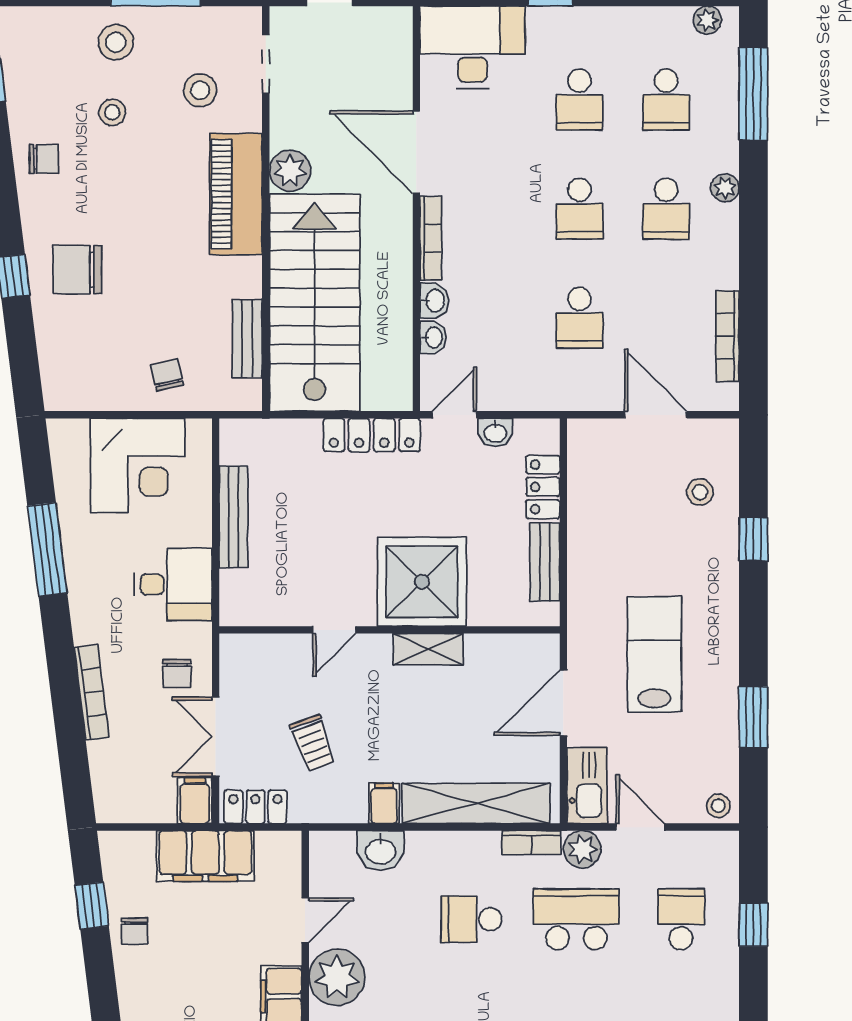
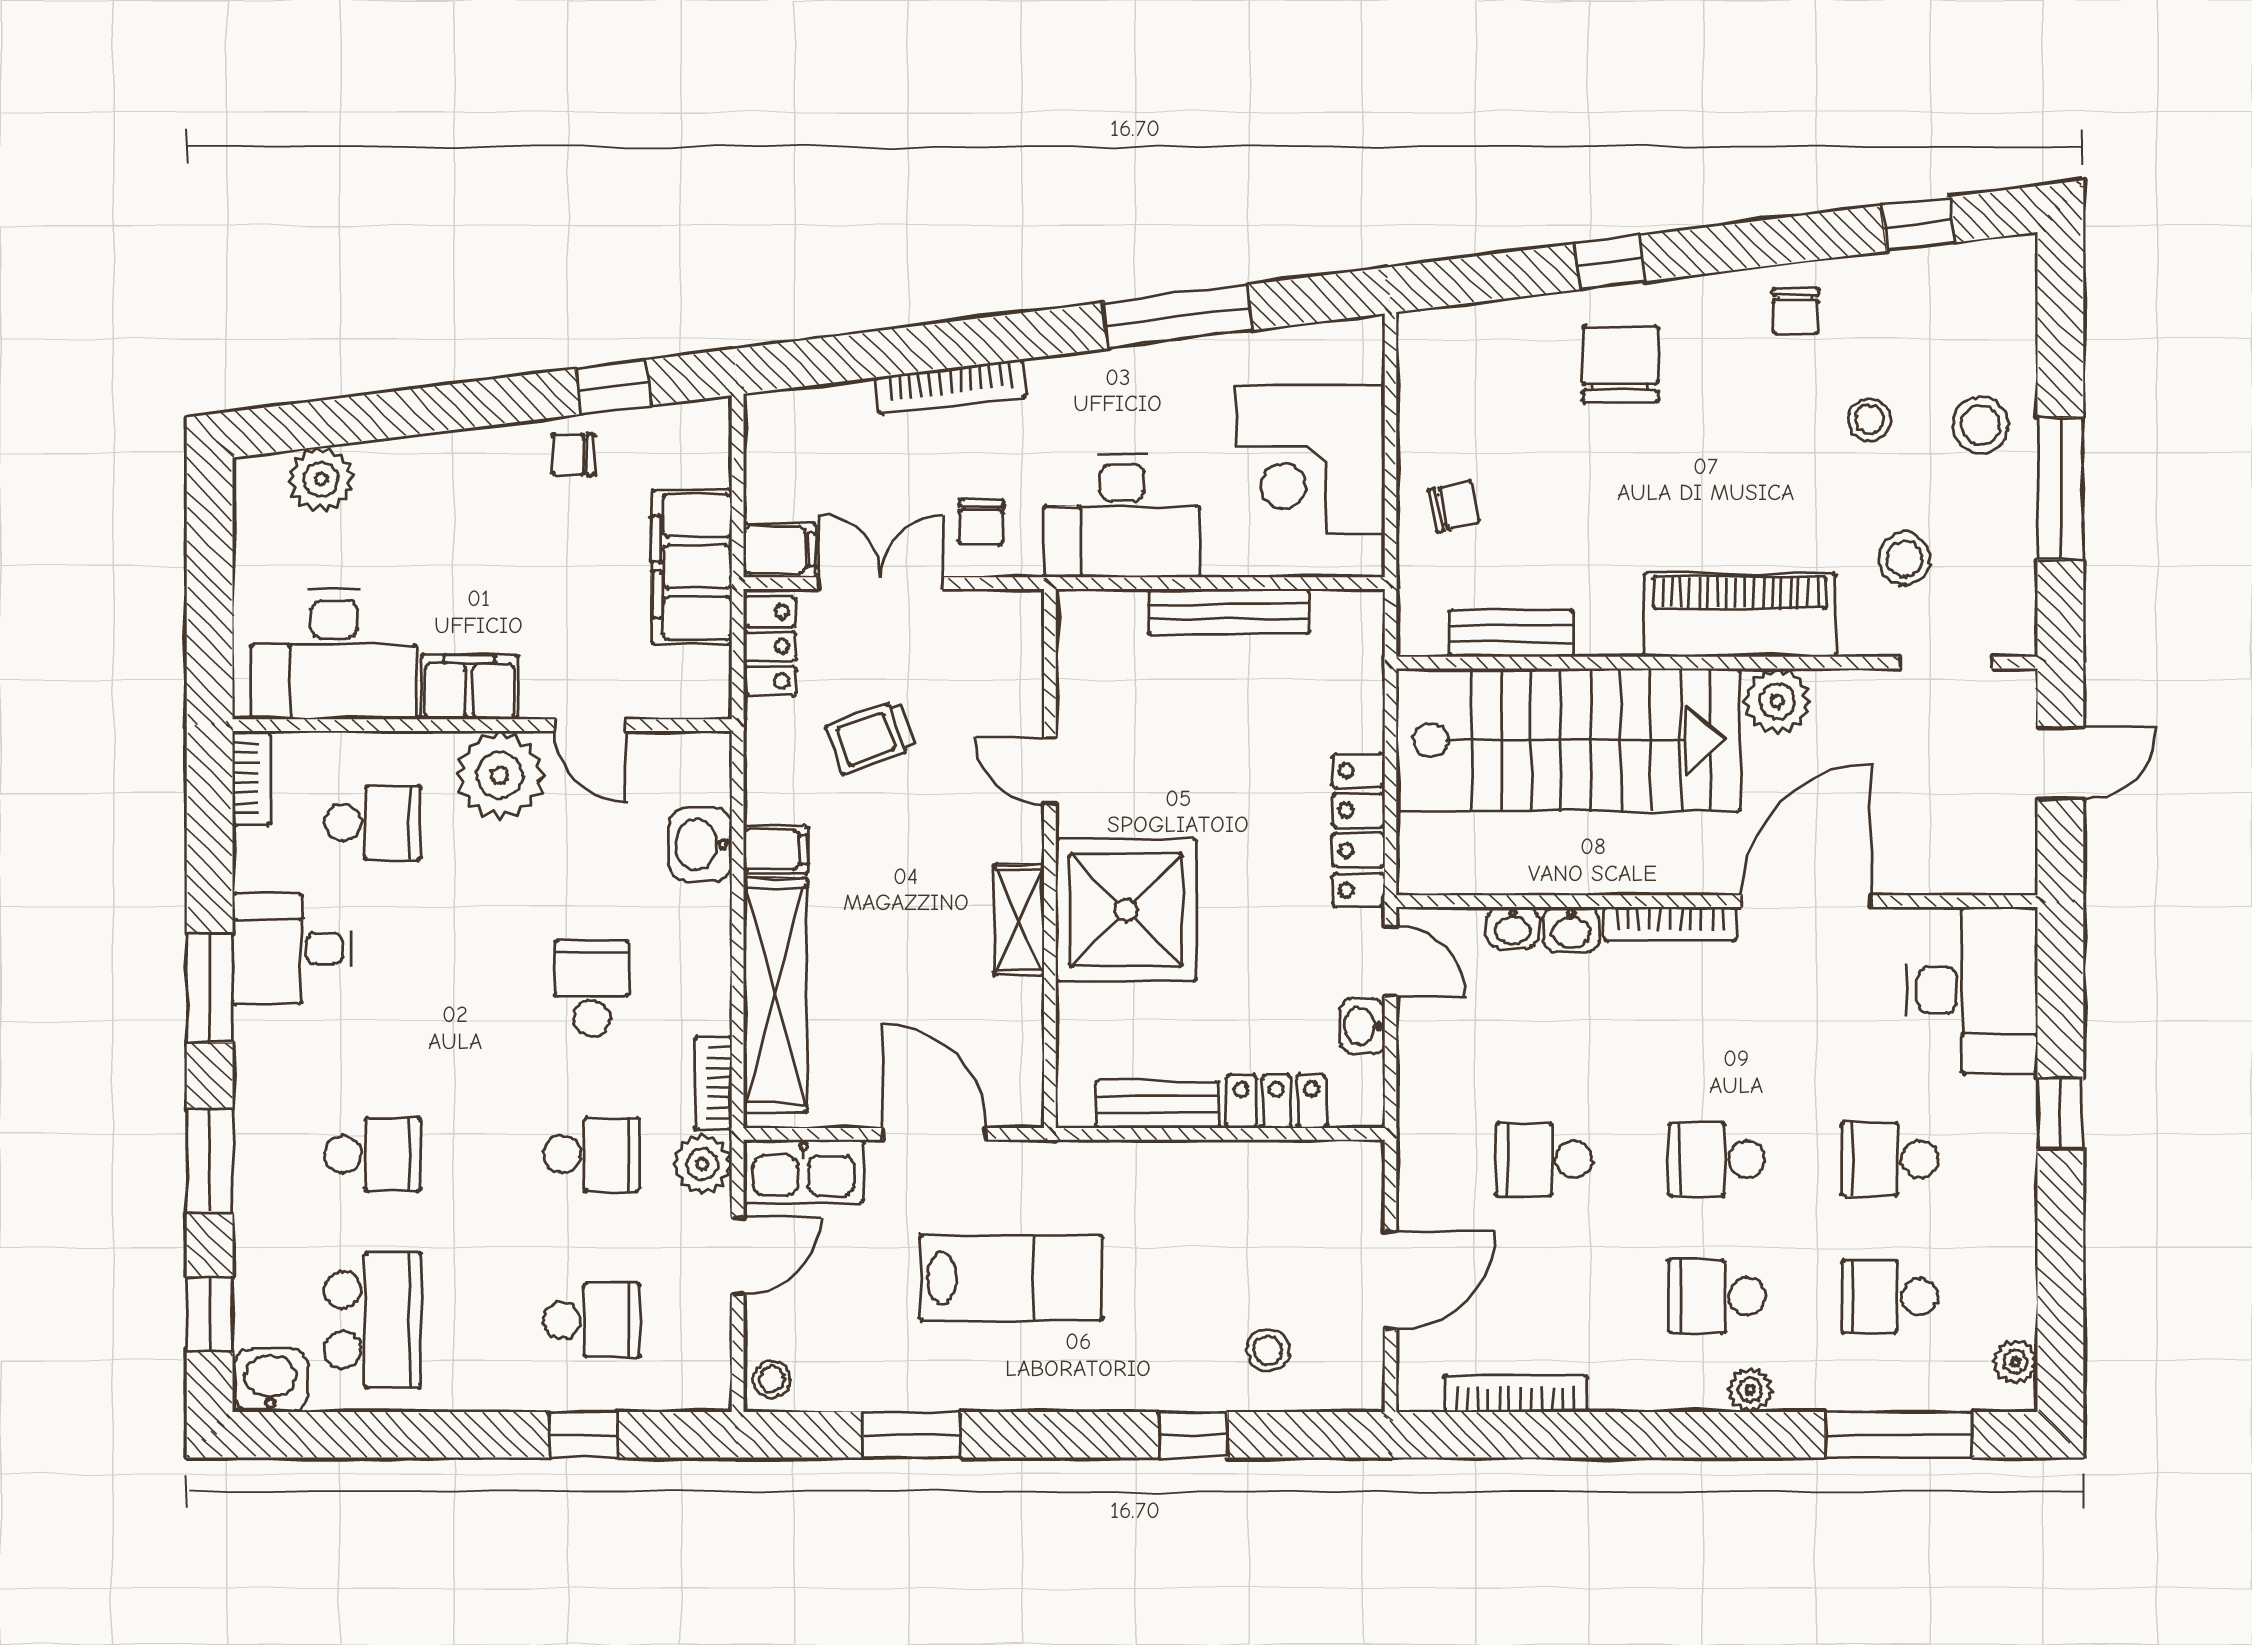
desk: (173, 584) -> (1122, 516), width x1.37
chair: (177, 674) -> (981, 522), turned -88
school desk: (576, 919) -> (592, 1154), width x0.54

